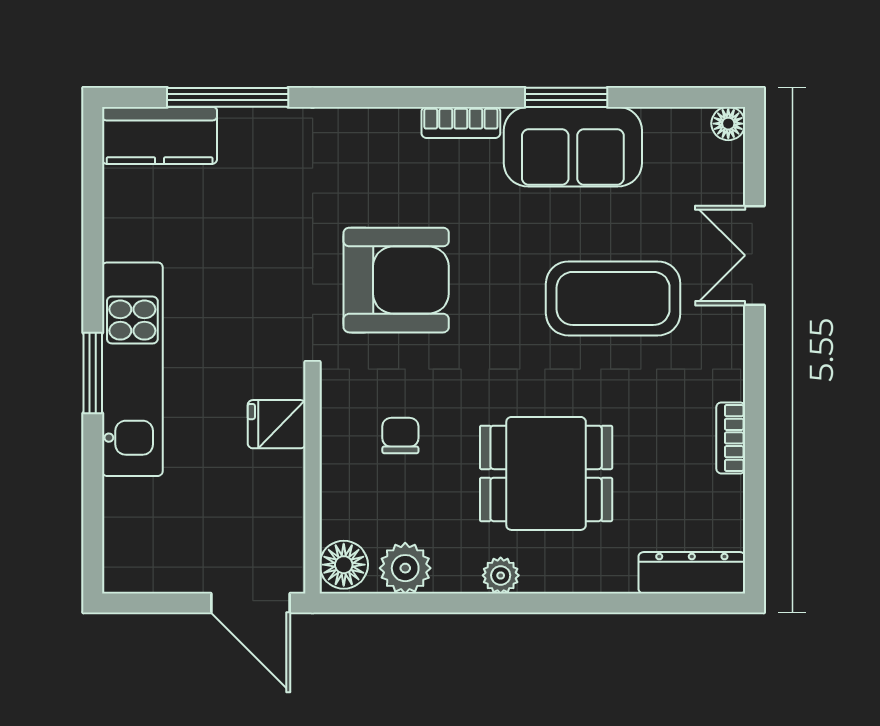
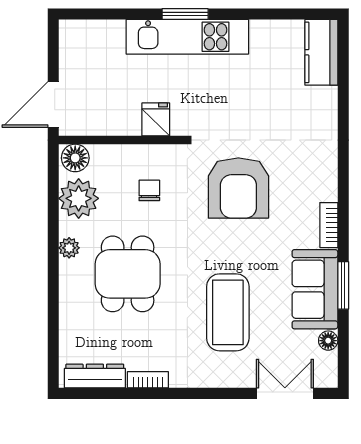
window: (228, 97) -> (343, 91), removed
floor lamp: (728, 124) -> (328, 341), moved
double door: (754, 255) -> (285, 393), moved
chair: (400, 436) -> (149, 190), turned -90
plant: (405, 568) -> (79, 198), width x1.36, depth x1.36
dresser: (692, 573) -> (95, 376), moved, turned -90

